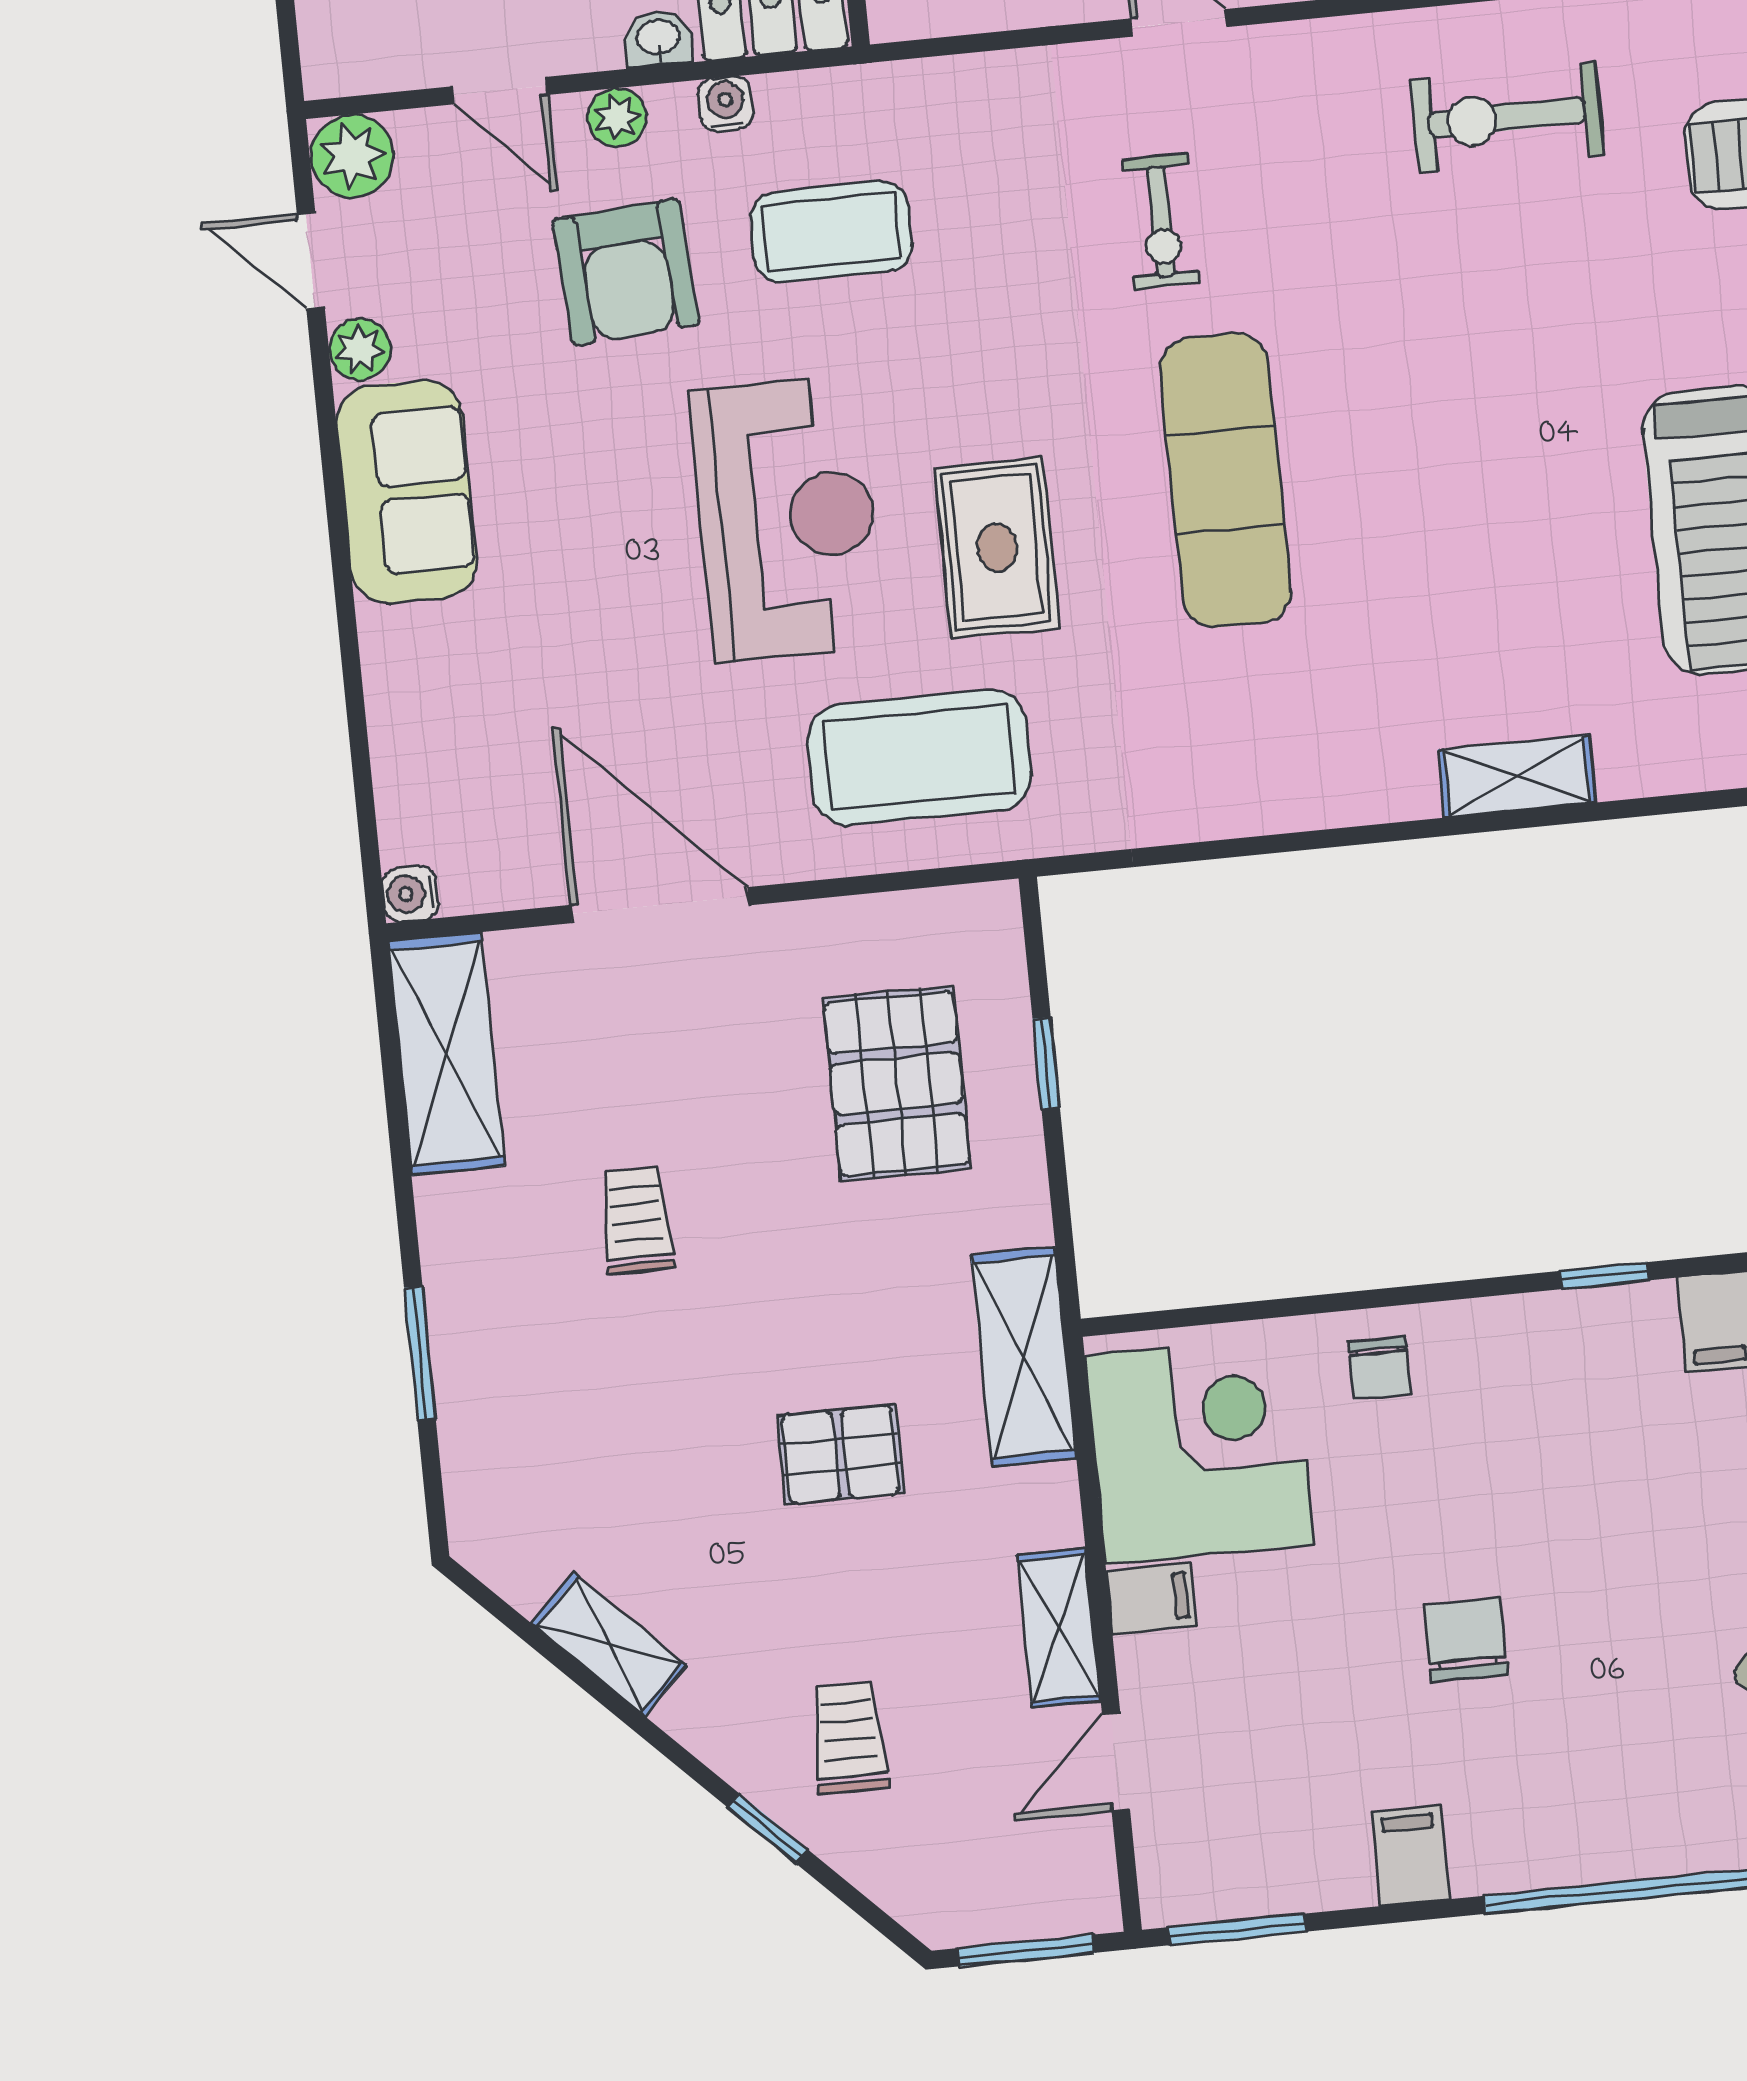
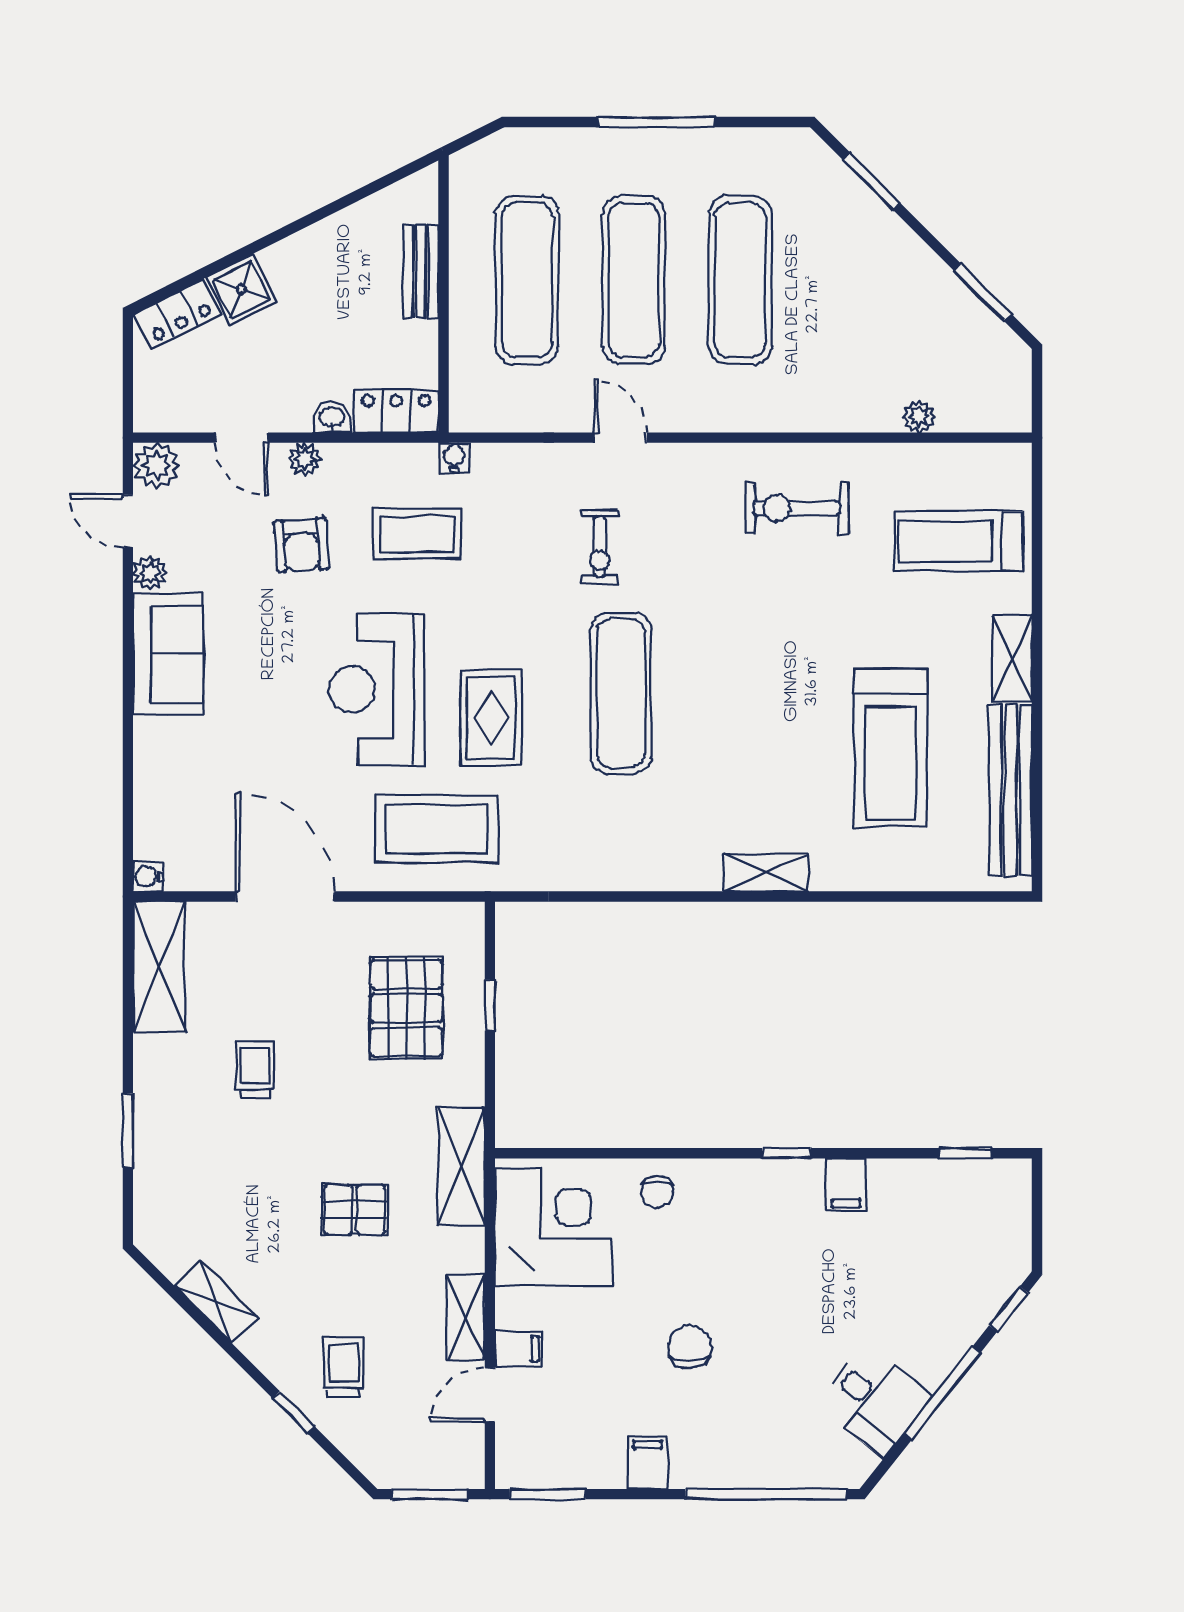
water cooler: (726, 104) -> (454, 457), moved
armchair: (626, 272) -> (301, 545), width x0.72, depth x0.72
reception desk: (787, 518) -> (377, 690), turned 180
filing cabinet: (1151, 1598) -> (518, 1349), moved

